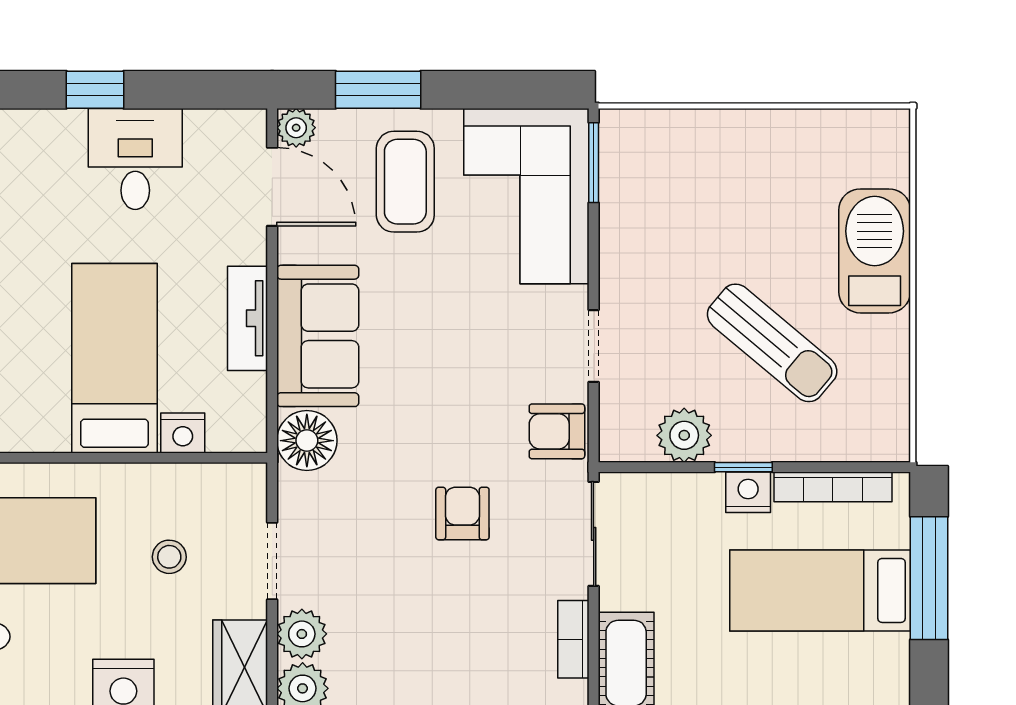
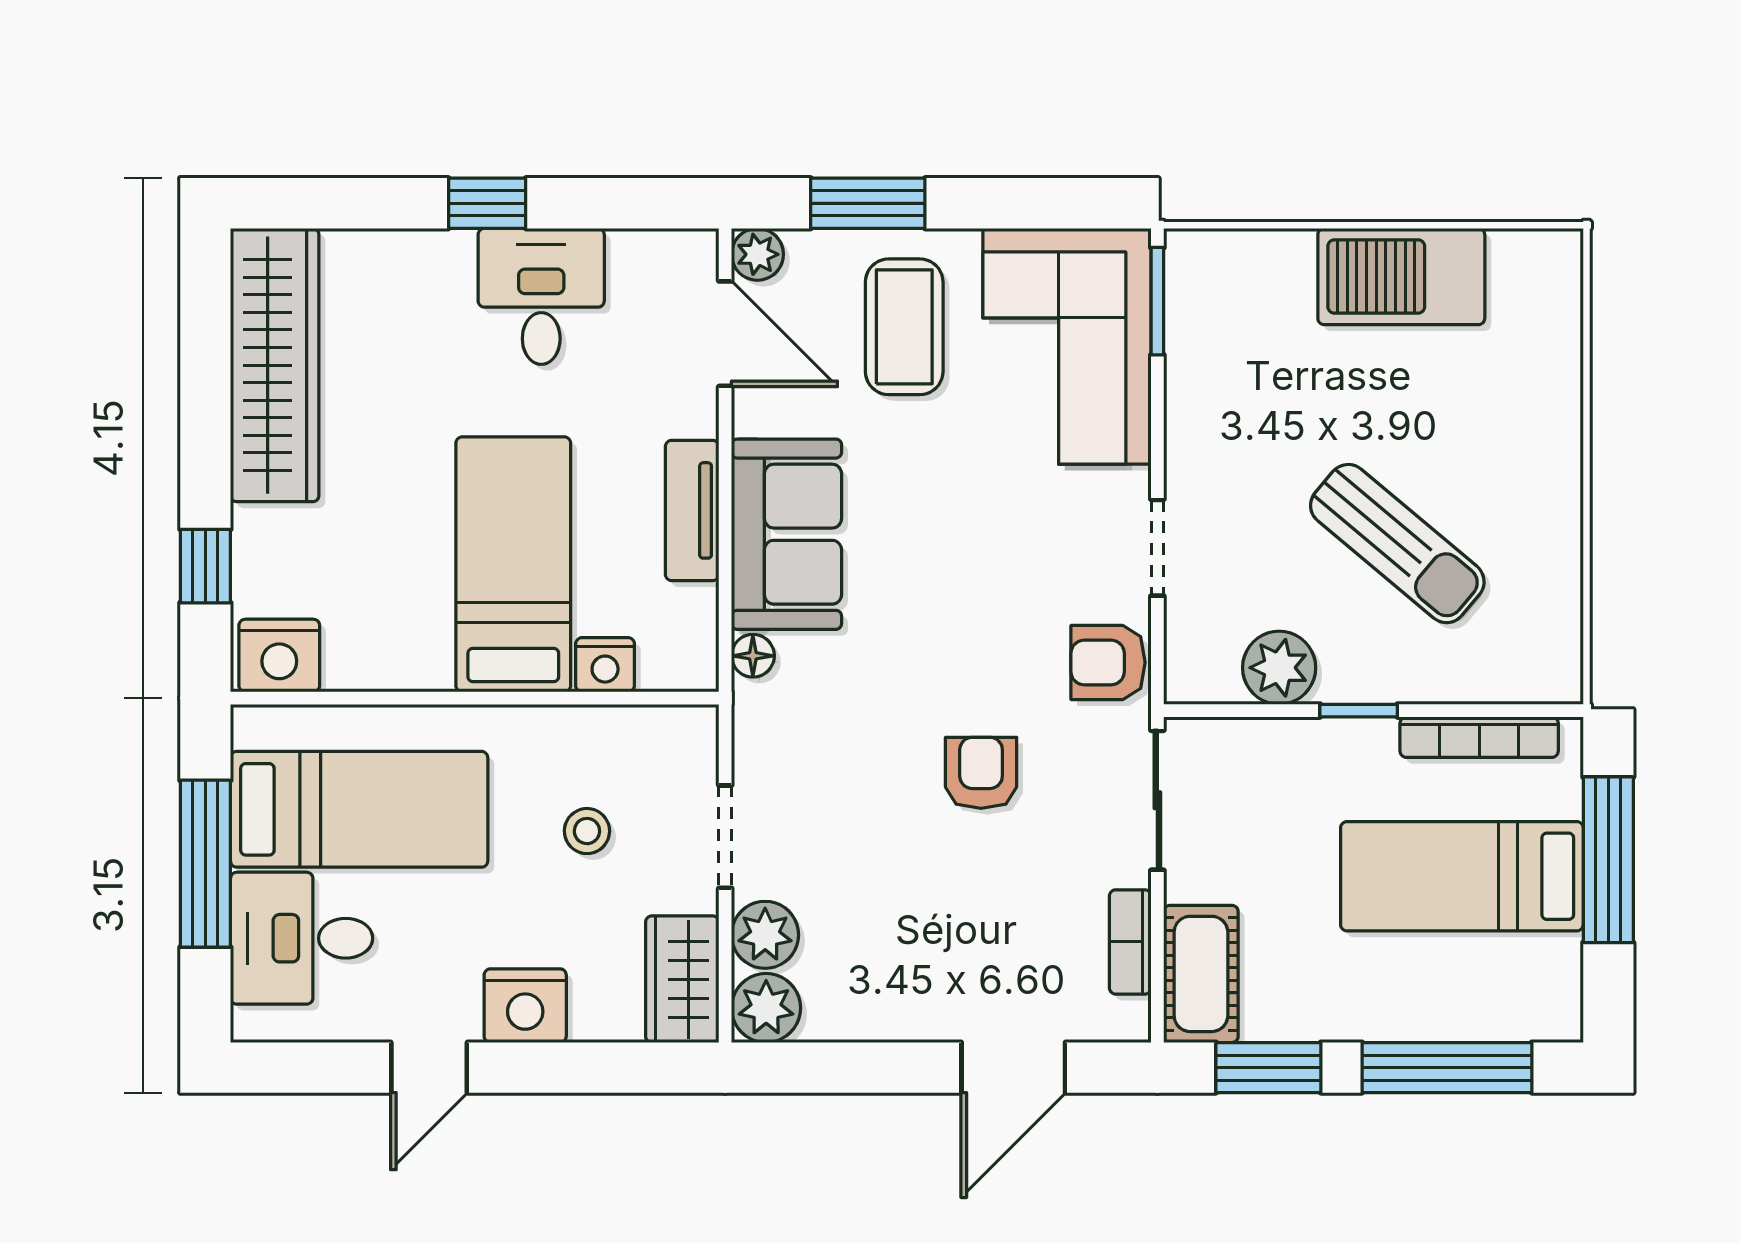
barbecue: (875, 251) -> (1401, 276), moved, turned -90
floor lamp: (307, 441) -> (753, 656), width x0.53, depth x0.53
nightstand: (748, 492) -> (1365, 744), removed

